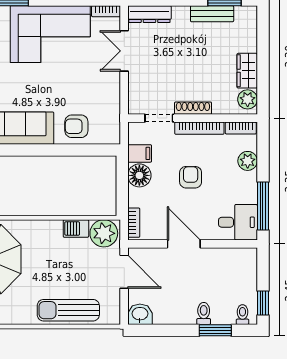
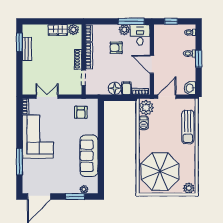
dresser: (149, 14) -> (27, 83), removed
double door: (124, 51) -> (47, 97), swing flipped
armchair: (76, 126) -> (81, 112), moved
filing cabinet: (140, 153) -> (127, 88), moved
plant: (248, 161) -> (124, 30), moved
armchair: (191, 177) -> (116, 48), moved
door: (184, 244) -> (152, 64), hinge flipped
window: (263, 303) -> (171, 21), moved
window: (215, 330) -> (199, 59), moved

